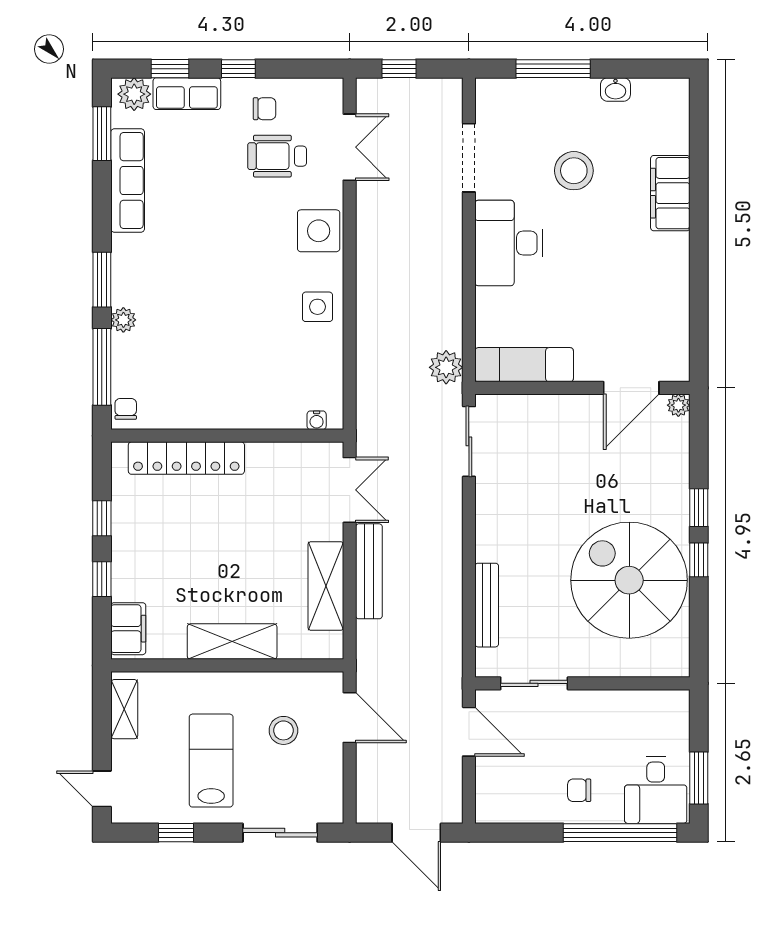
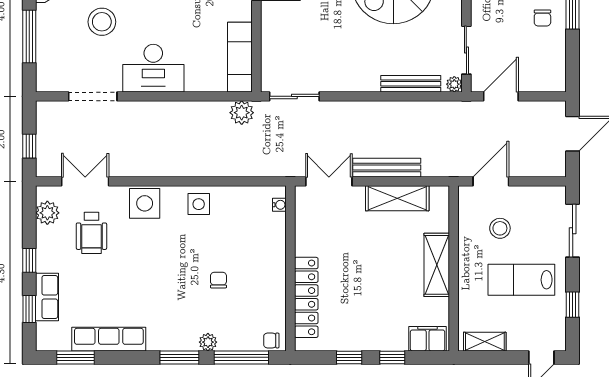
plant: (134, 94) -> (47, 213), moved
chair: (265, 109) -> (218, 280), moved
plant: (486, 666) -> (454, 84), added

